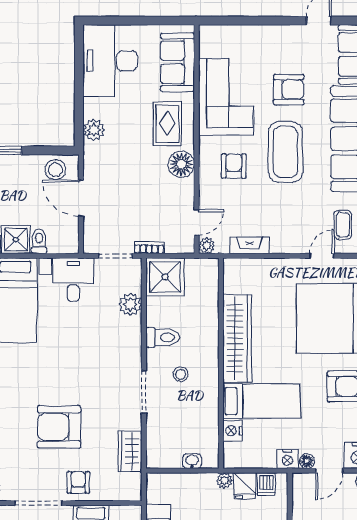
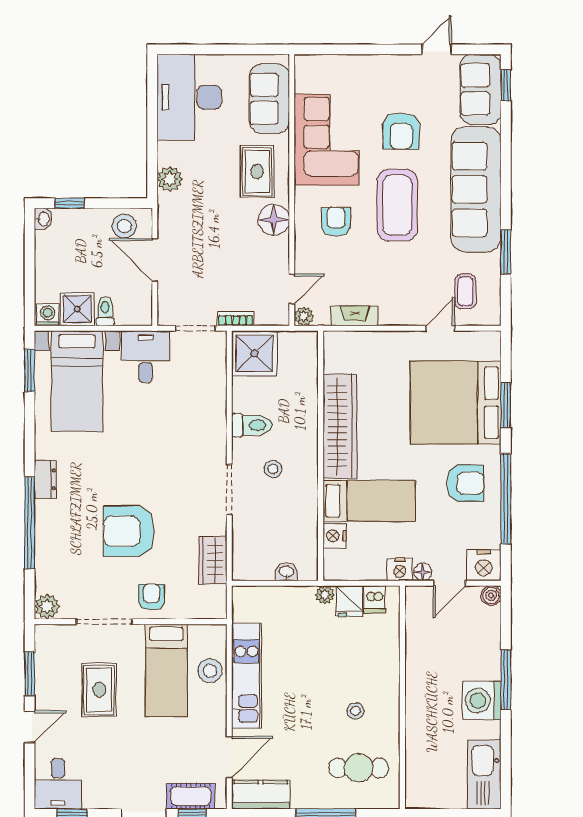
armchair: (289, 90) -> (401, 131), turned 90
plant: (130, 304) -> (213, 386), removed

